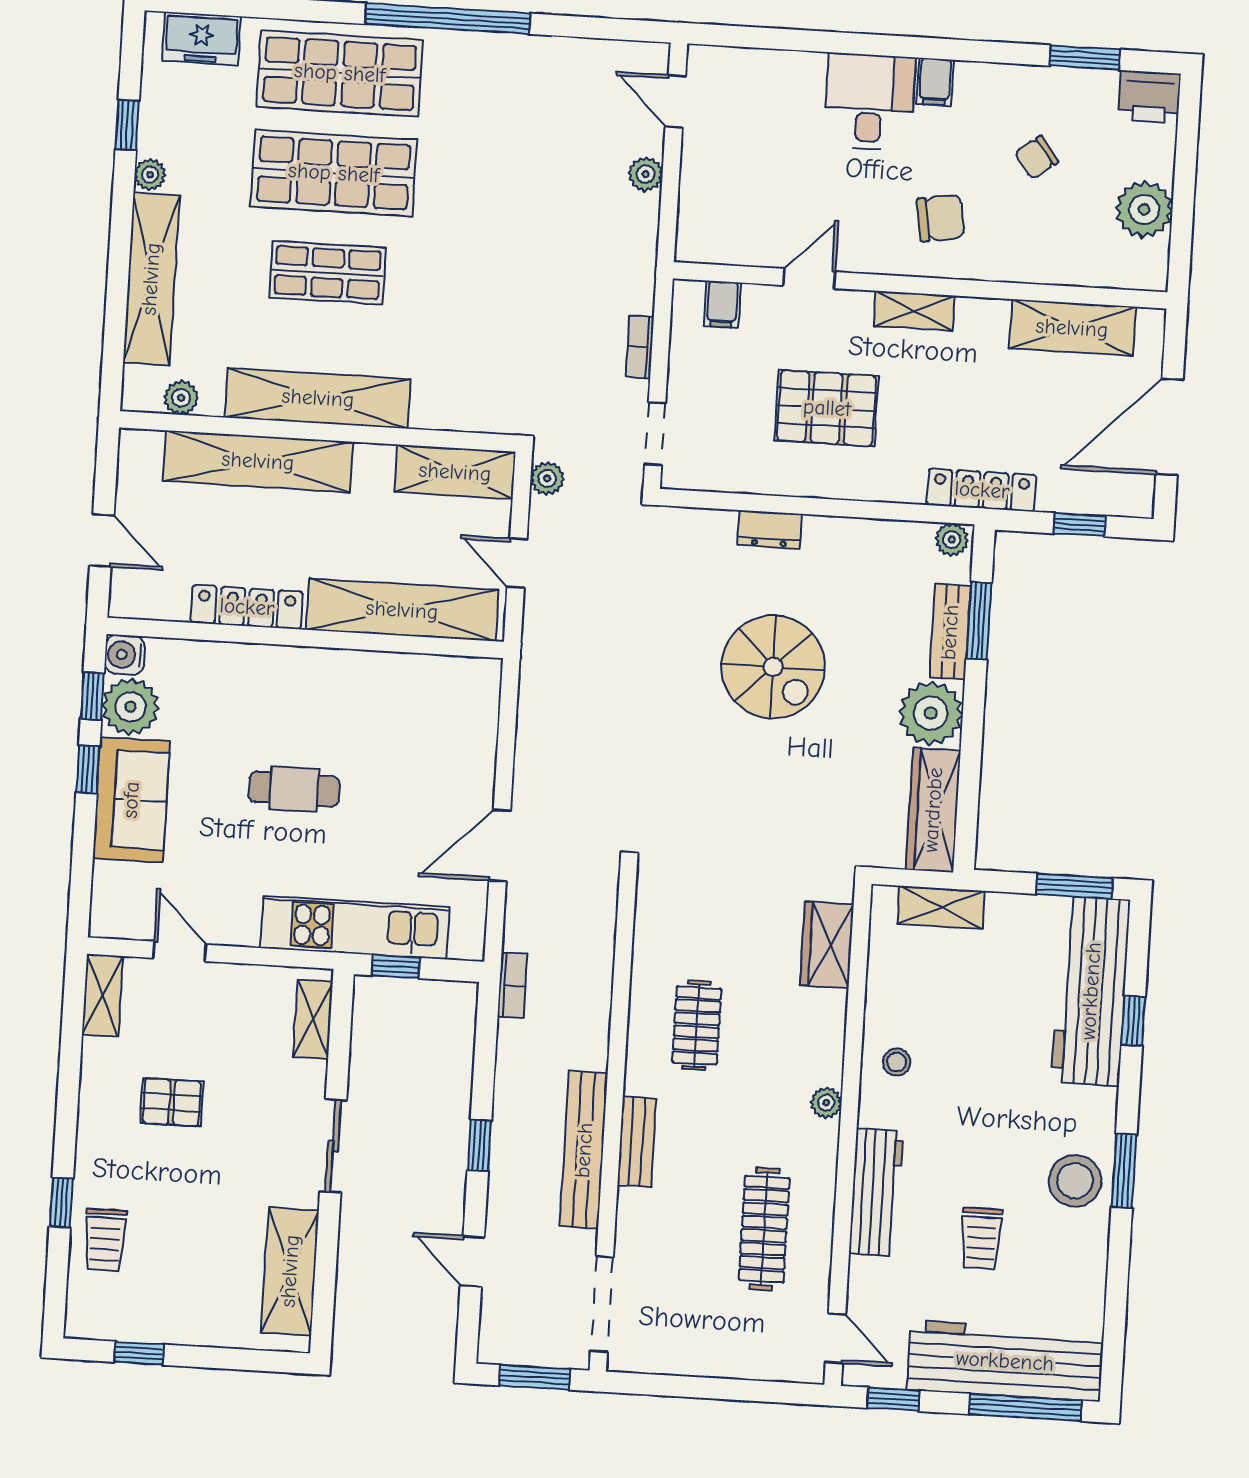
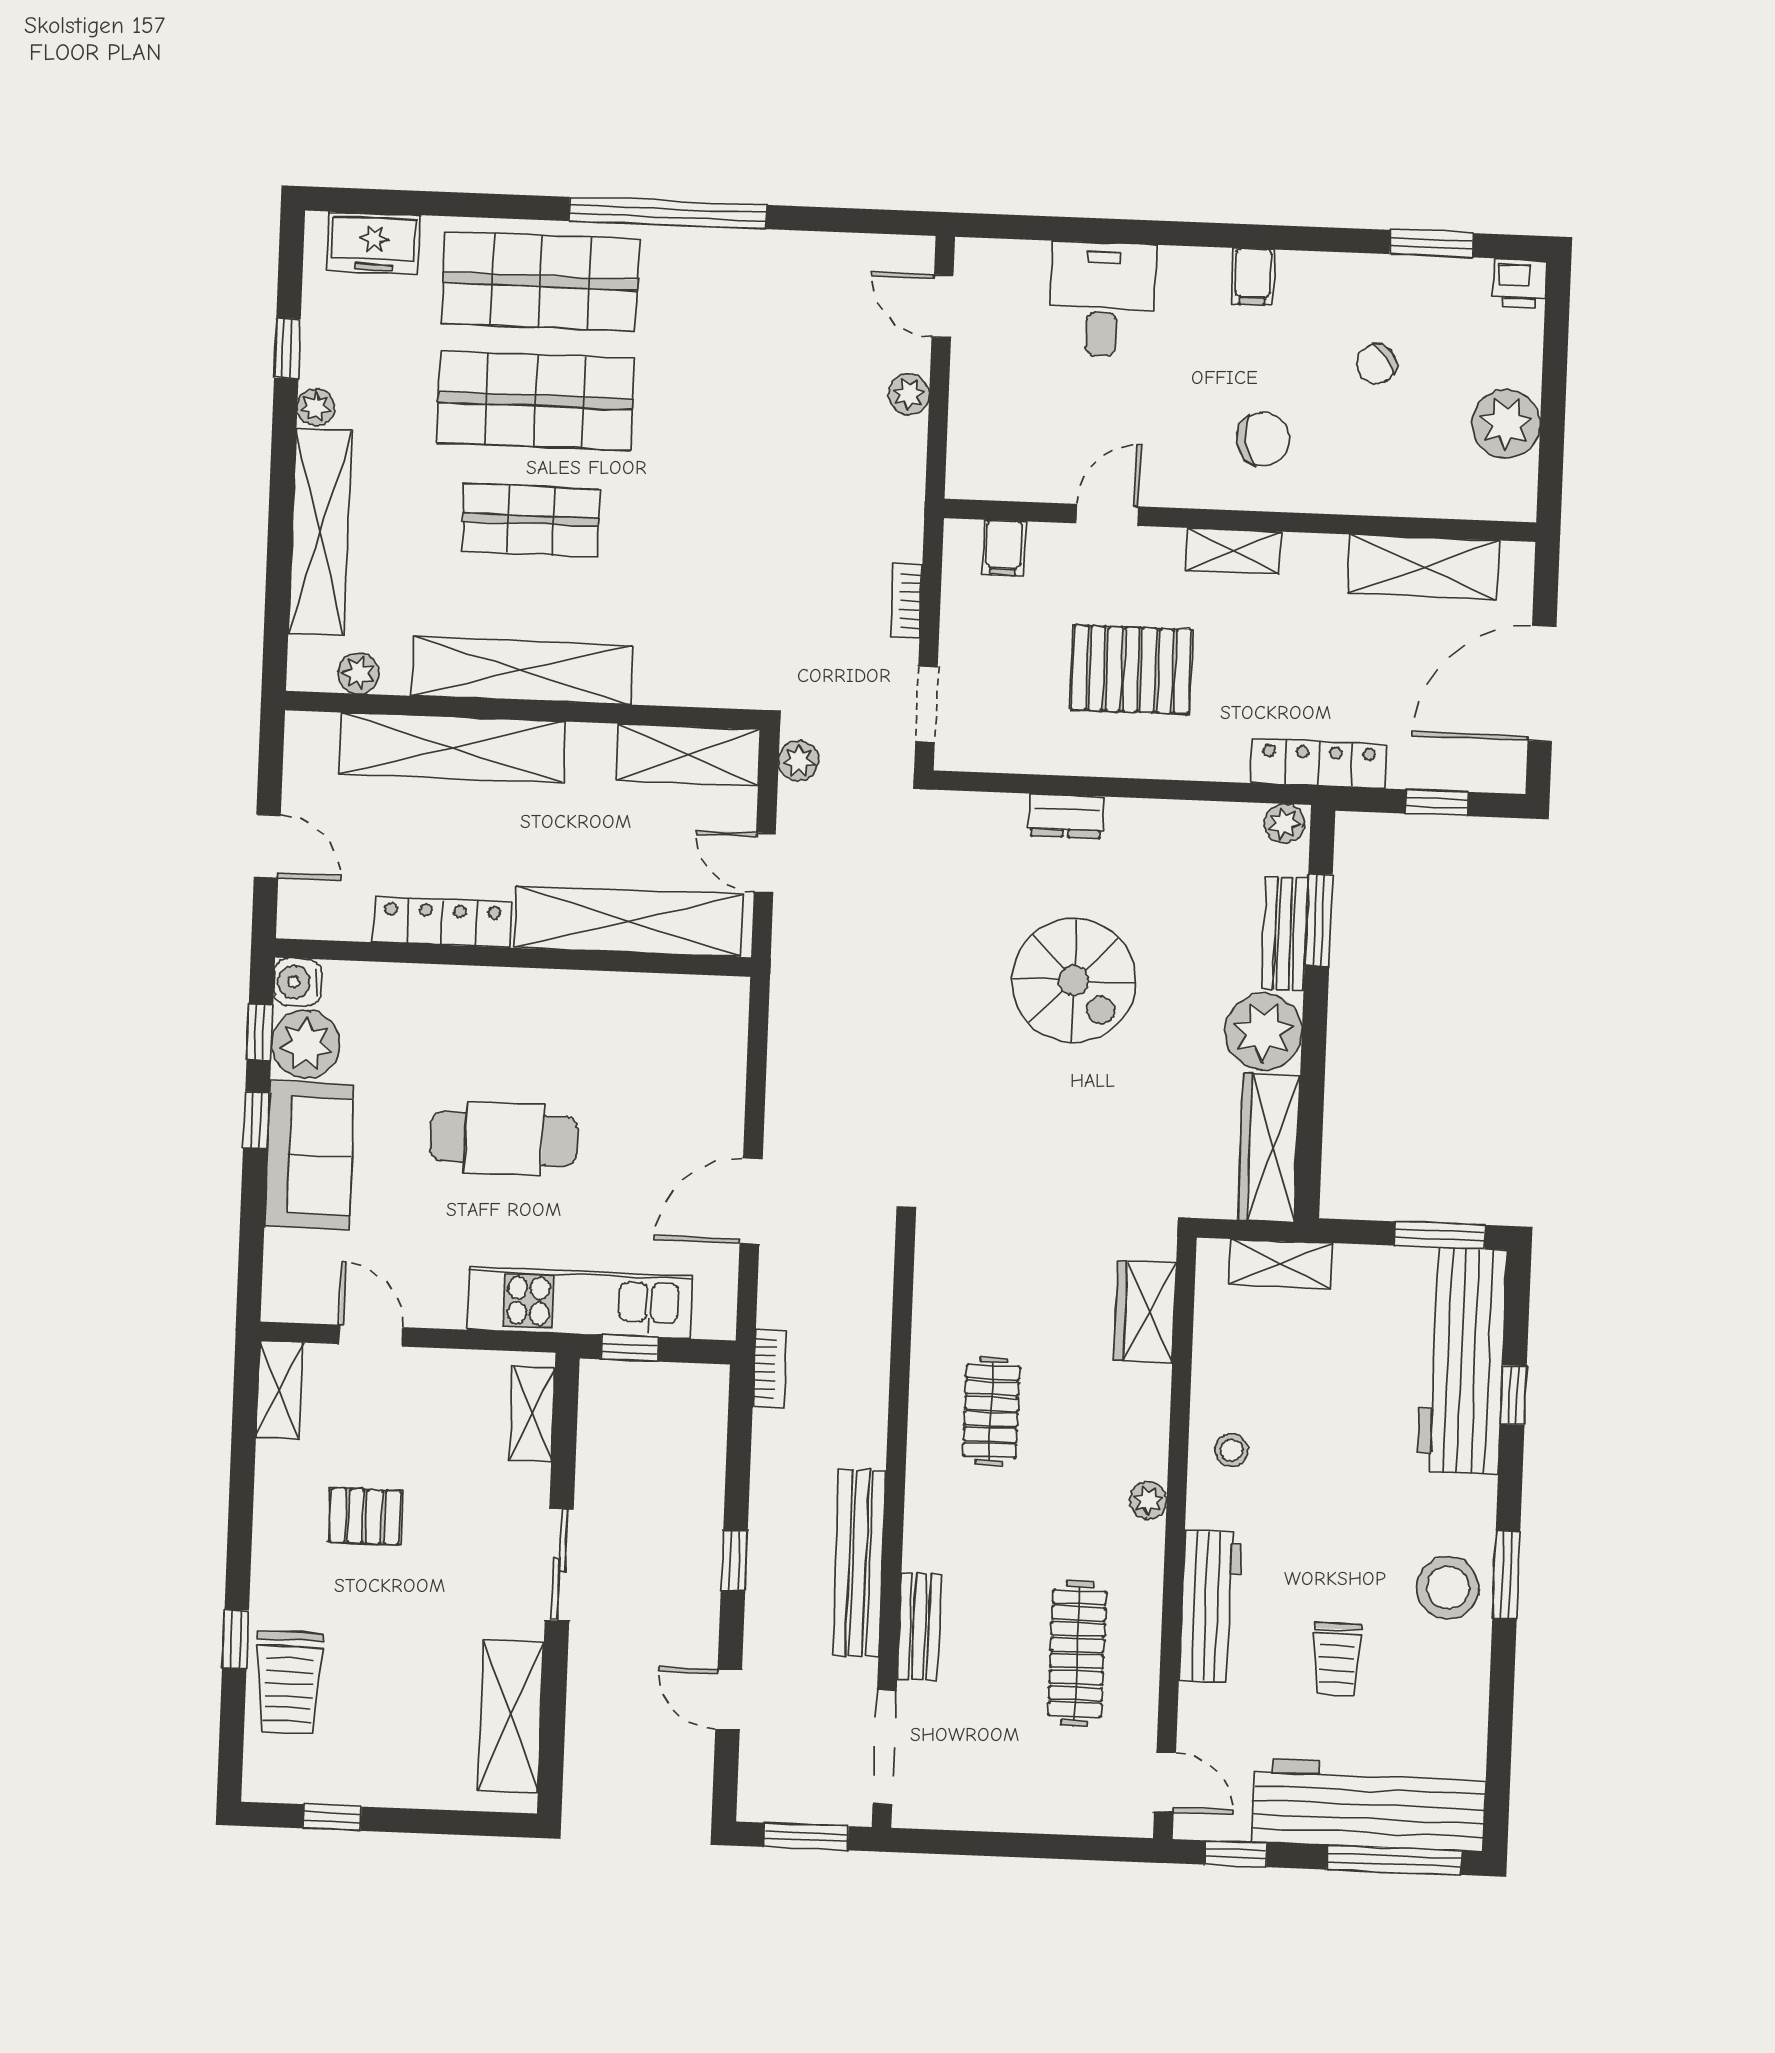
printer: (1149, 97) -> (1519, 283), width x0.73, depth x0.81
desk: (869, 102) -> (1102, 299), moved
cafe table: (294, 789) -> (504, 1139), width x1.37, depth x1.35
bench: (637, 1142) -> (920, 1627), moved
trolley: (105, 1240) -> (289, 1683), width x1.36, depth x1.39

